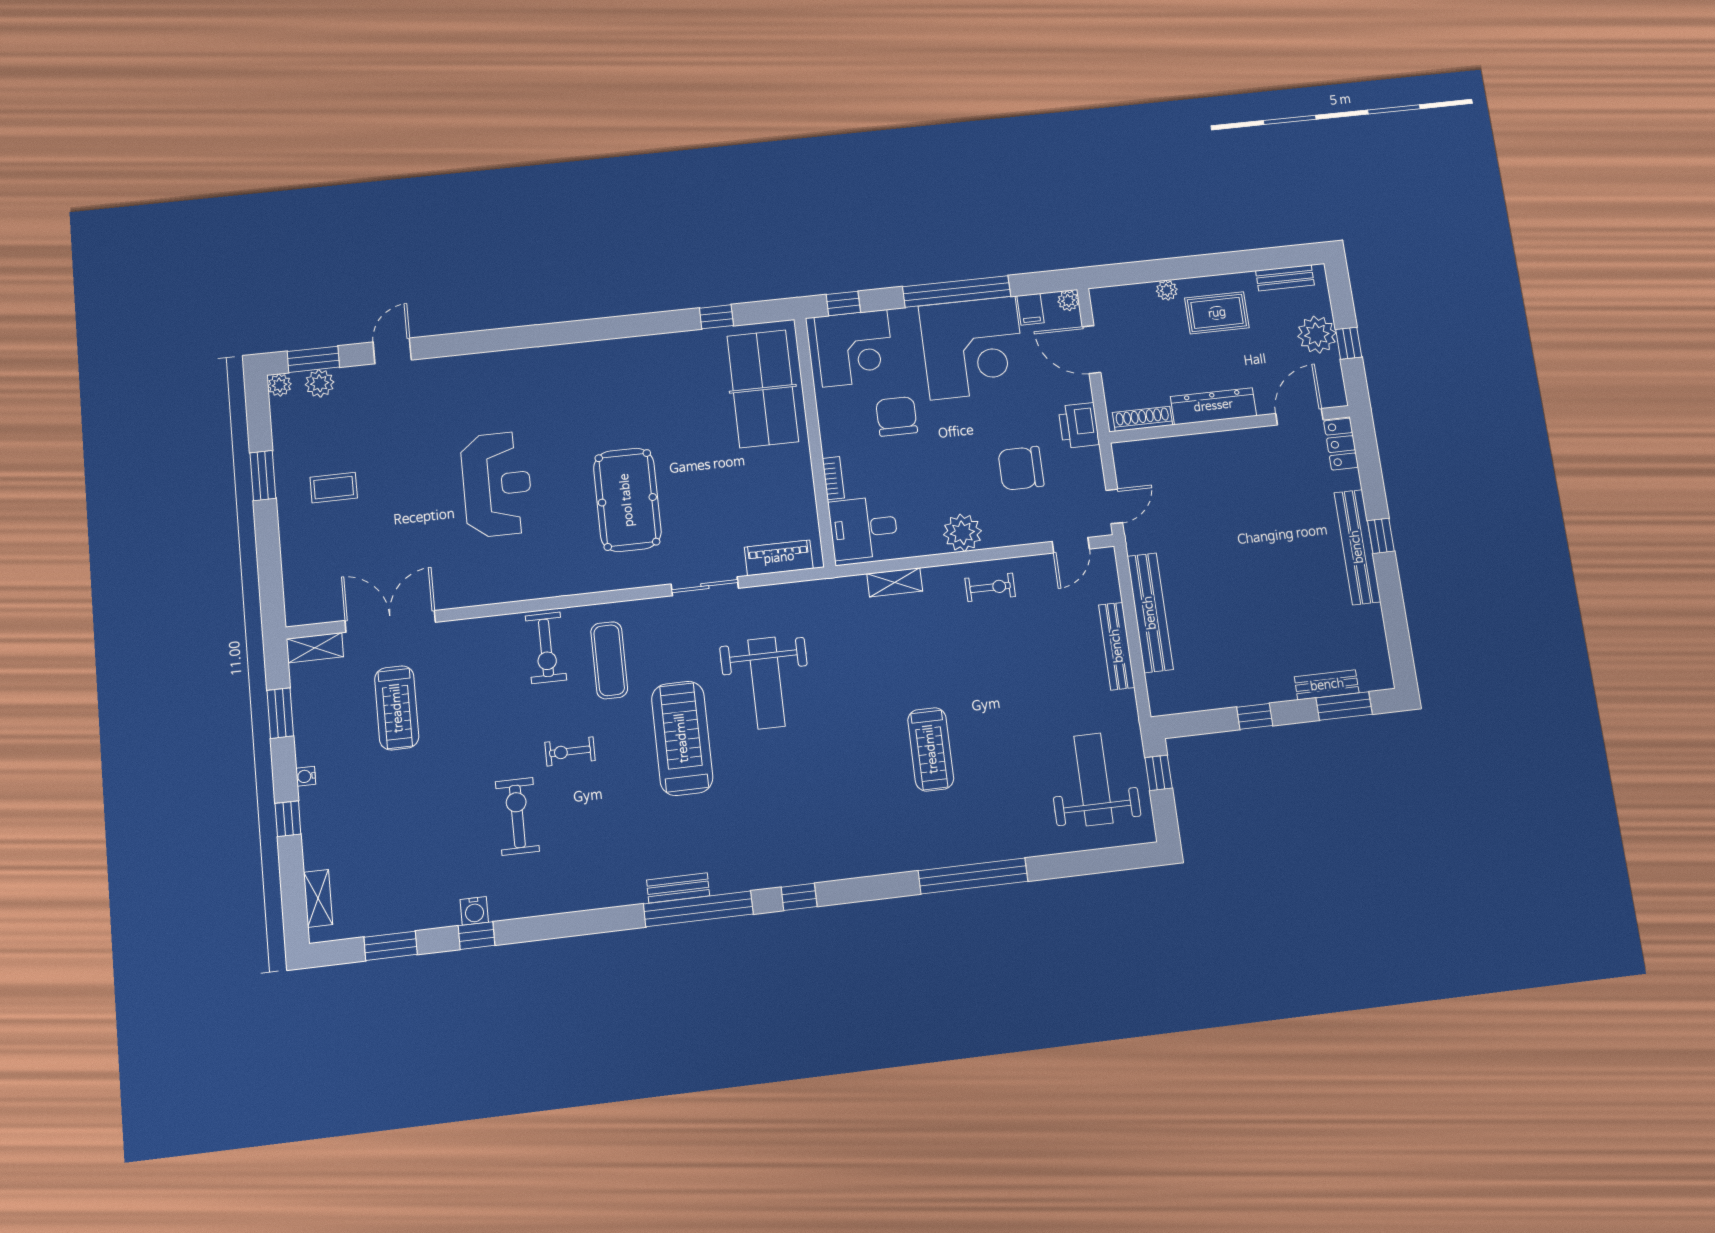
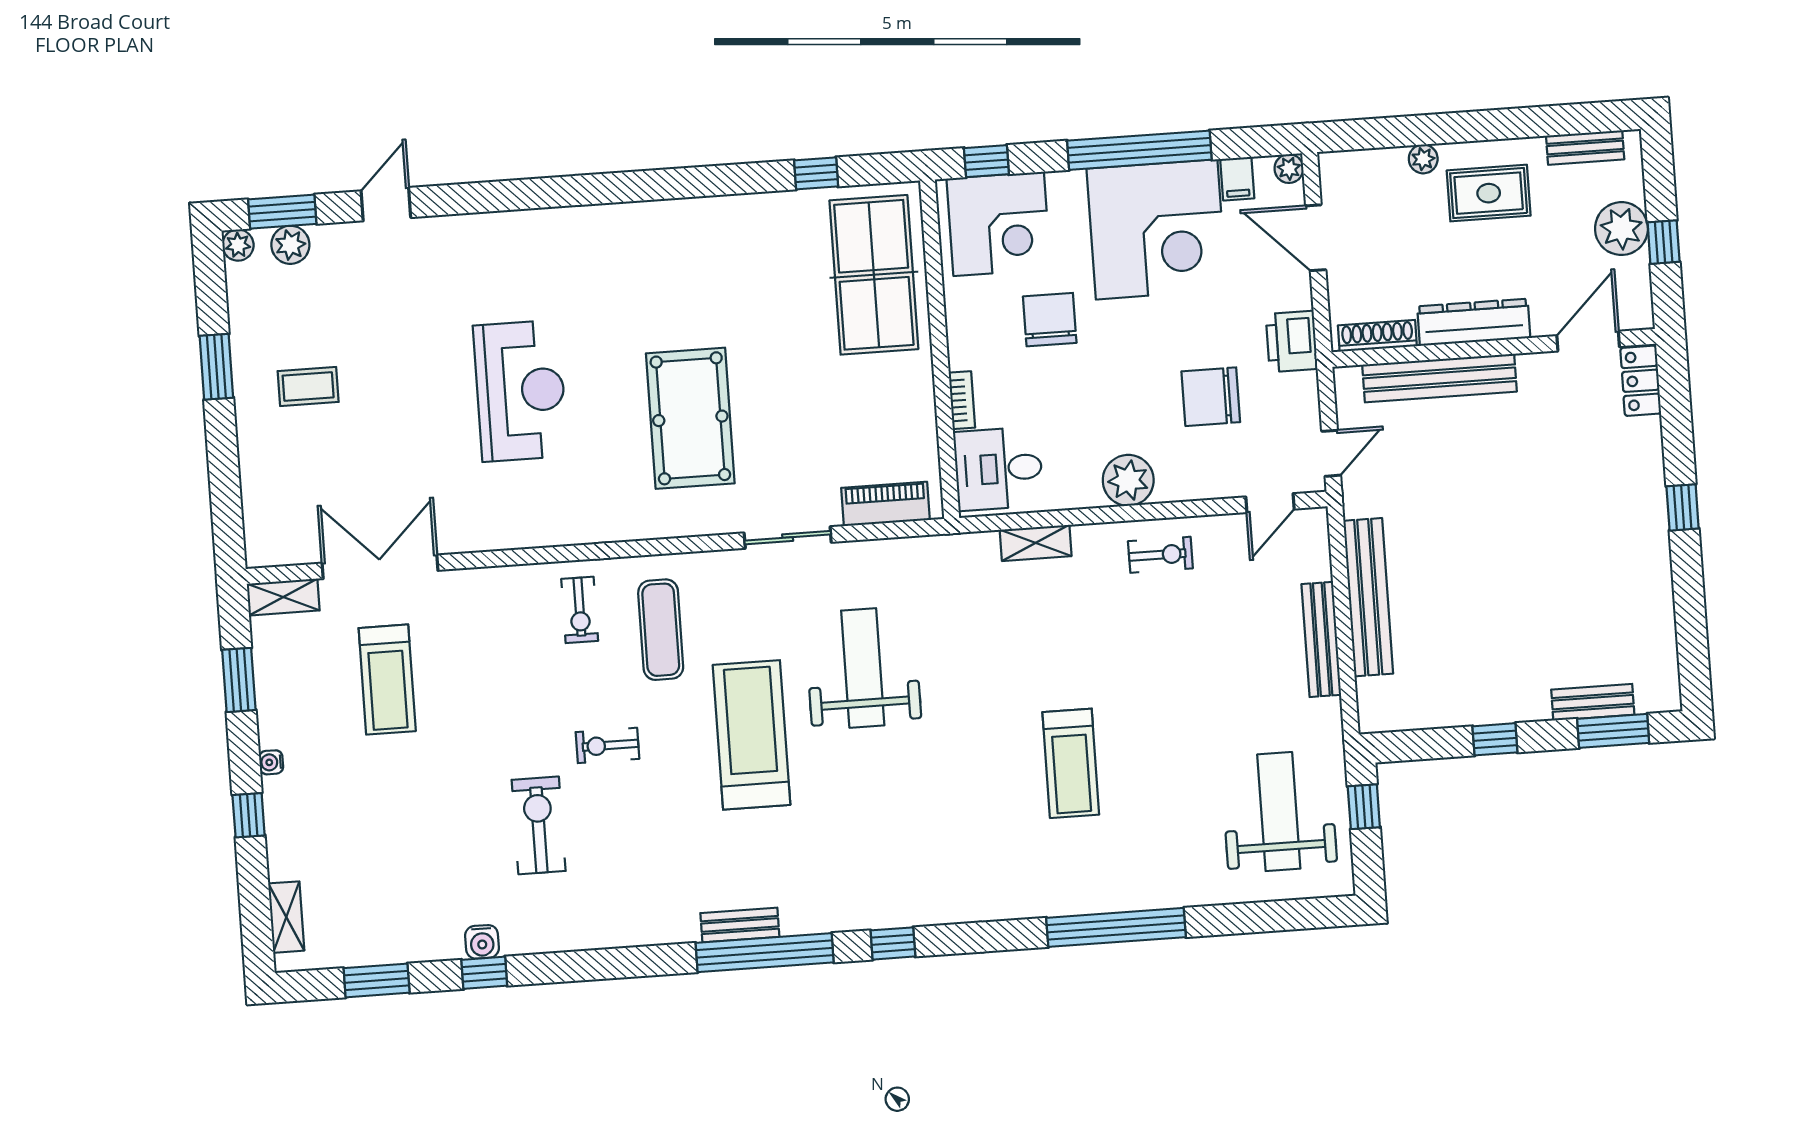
bench: (1357, 547) -> (1440, 378), moved, turned 90
exercise bike: (546, 648) -> (580, 610), width x0.73, depth x0.72
weight bench: (766, 683) -> (863, 668), turned 180

